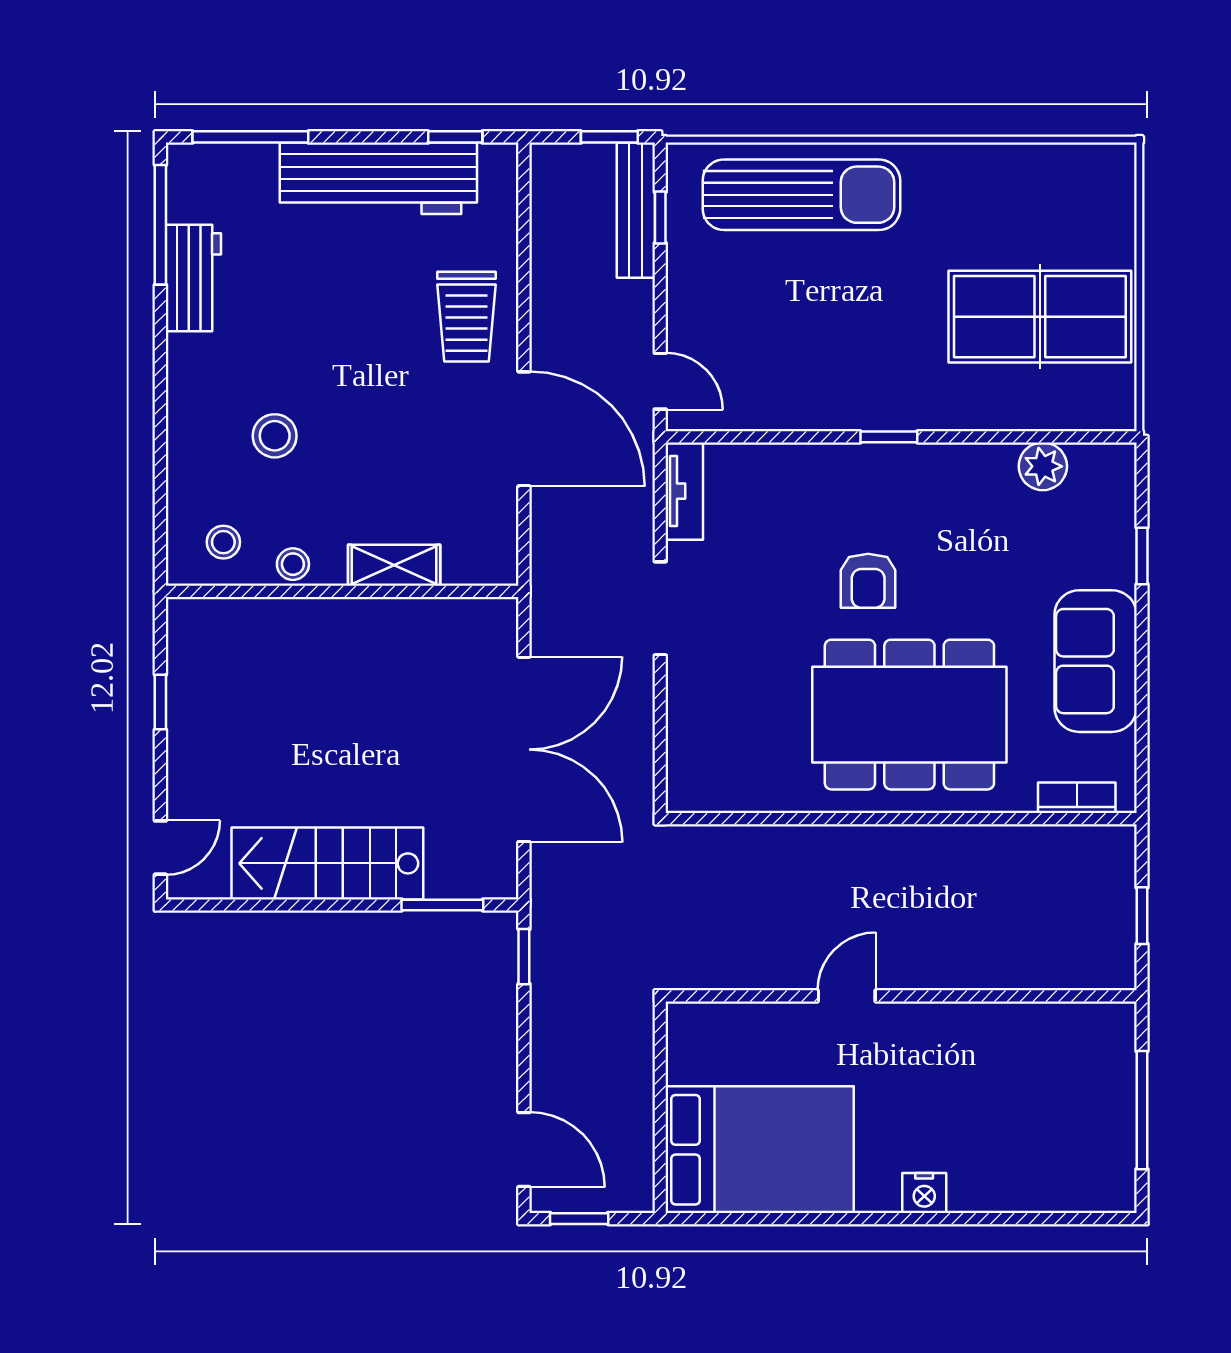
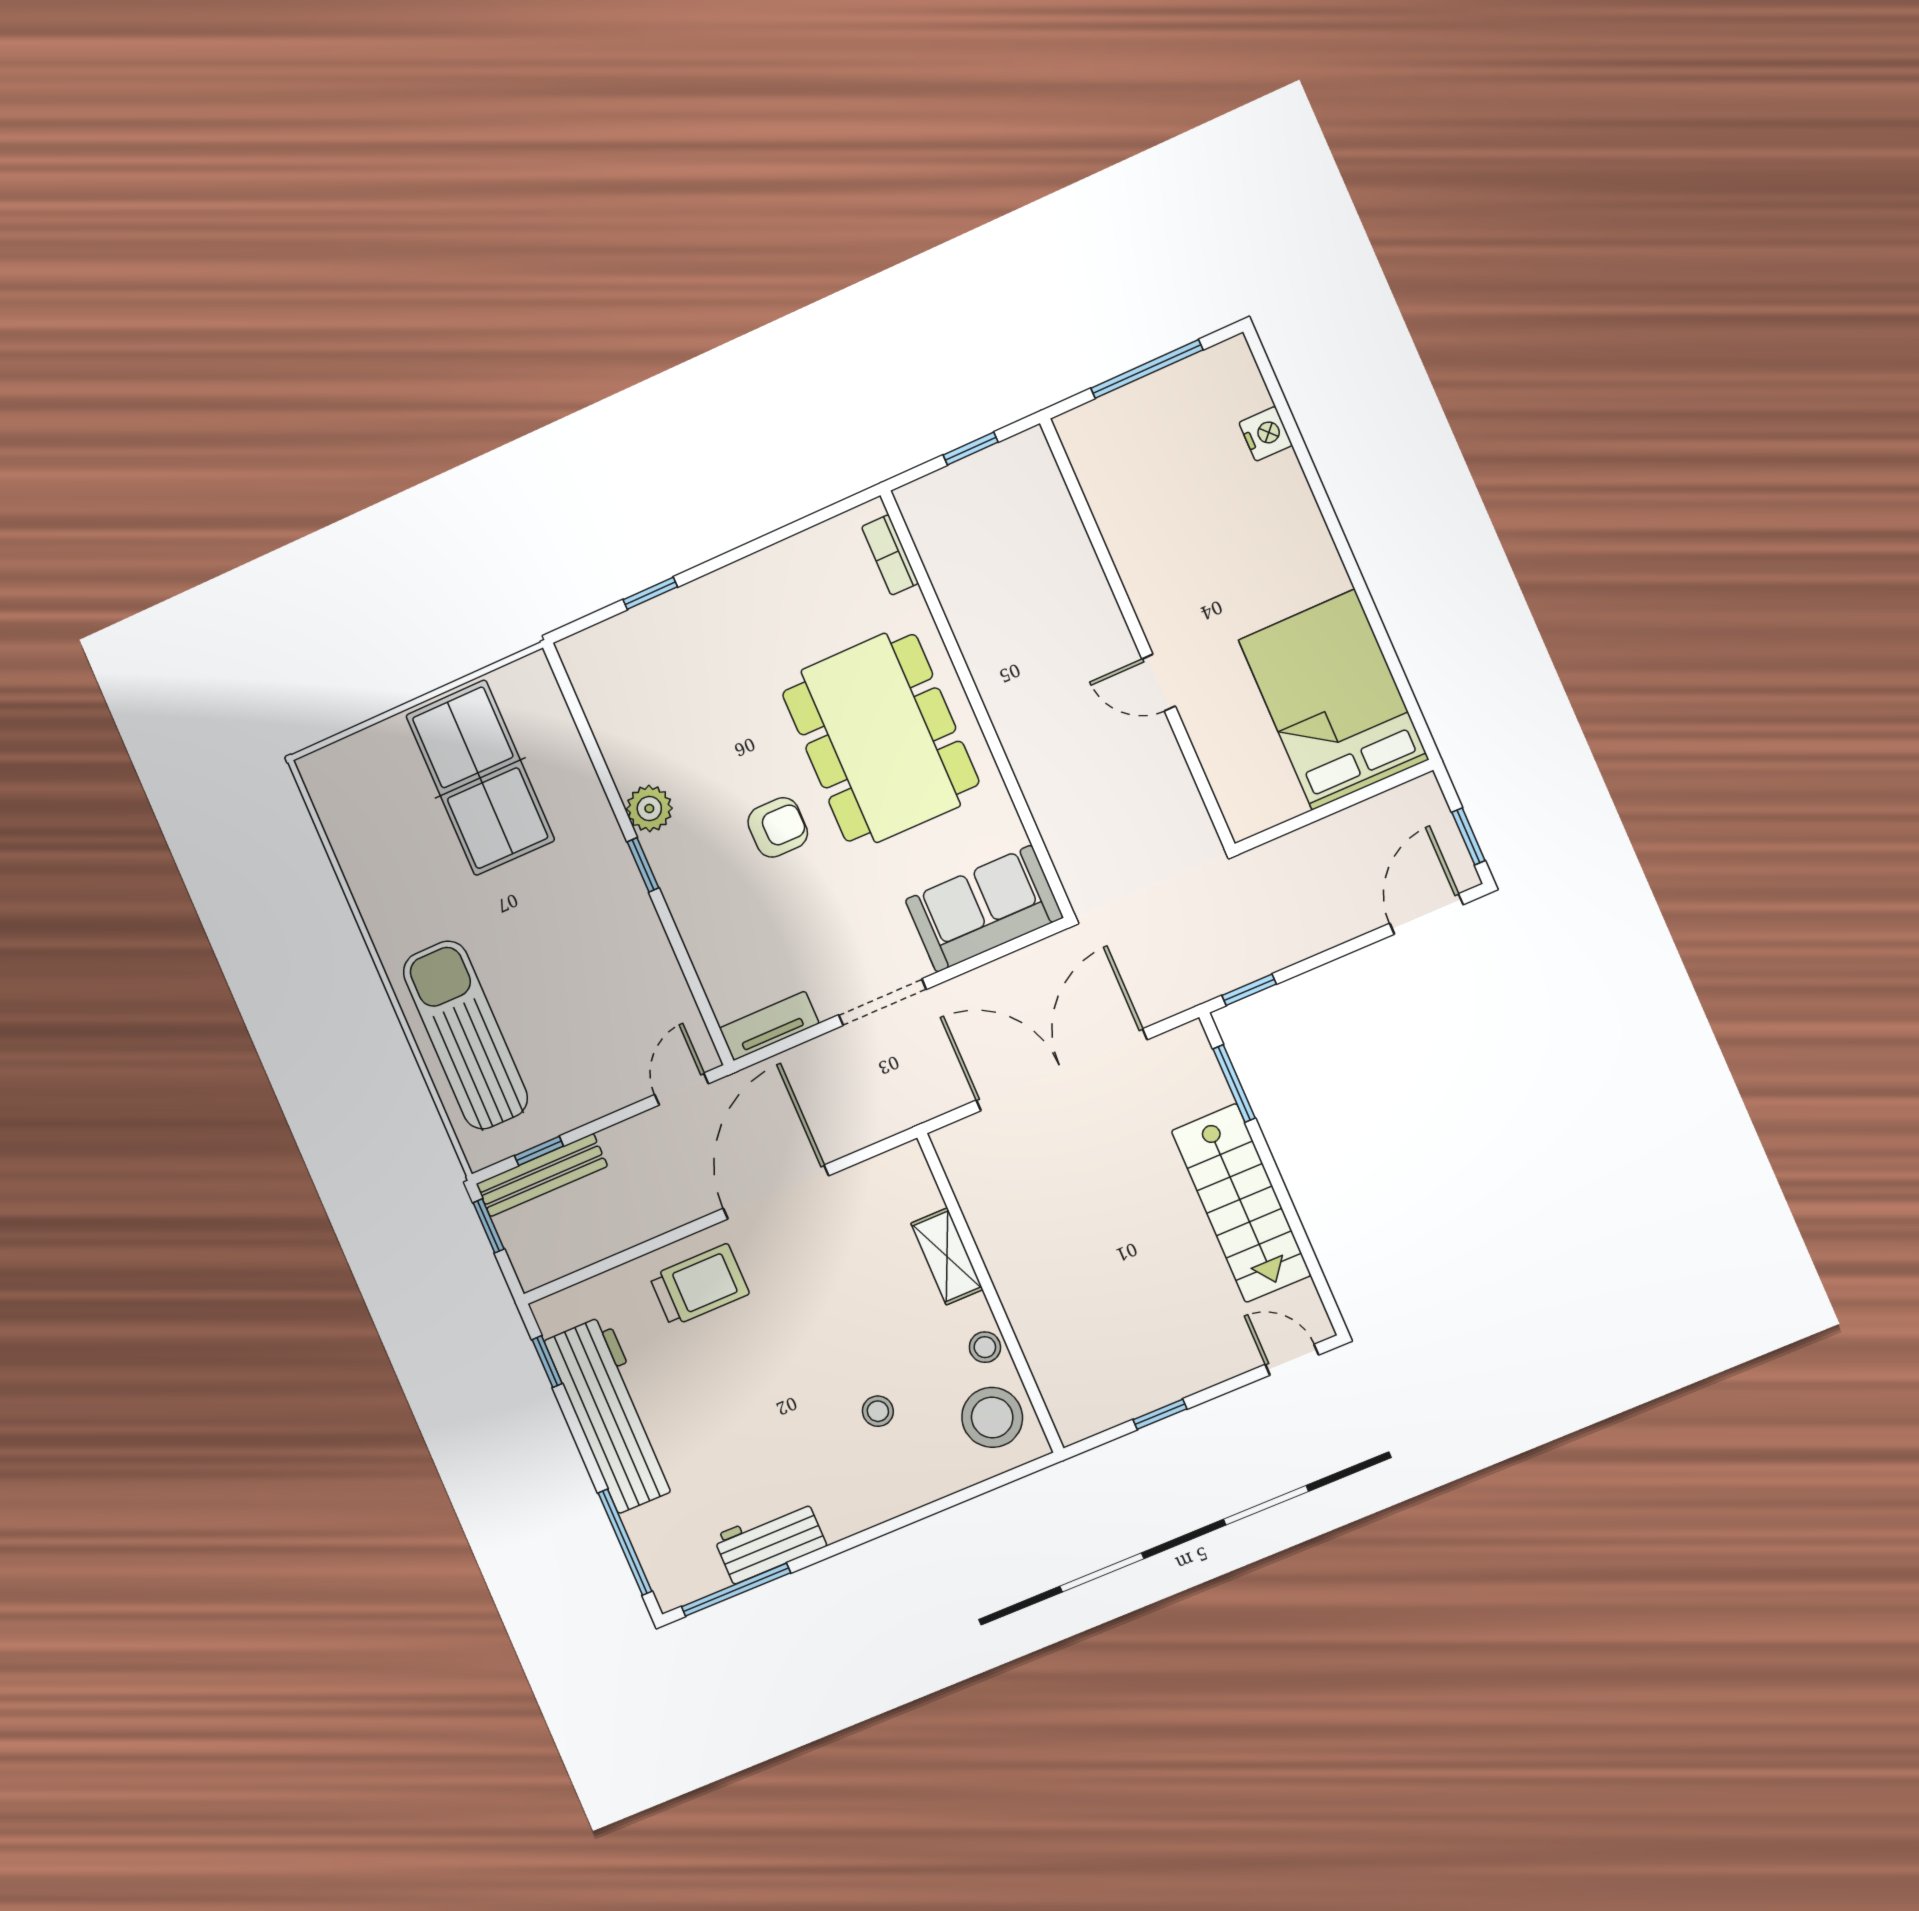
stool: (275, 436) -> (878, 1411), width x0.73, depth x0.73
plant: (1043, 466) -> (649, 809), moved
stool: (223, 542) -> (992, 1417), width x1.89, depth x1.89
sofa: (1096, 661) -> (984, 909), moved, turned 180
nightstand: (924, 1193) -> (1266, 434), moved

